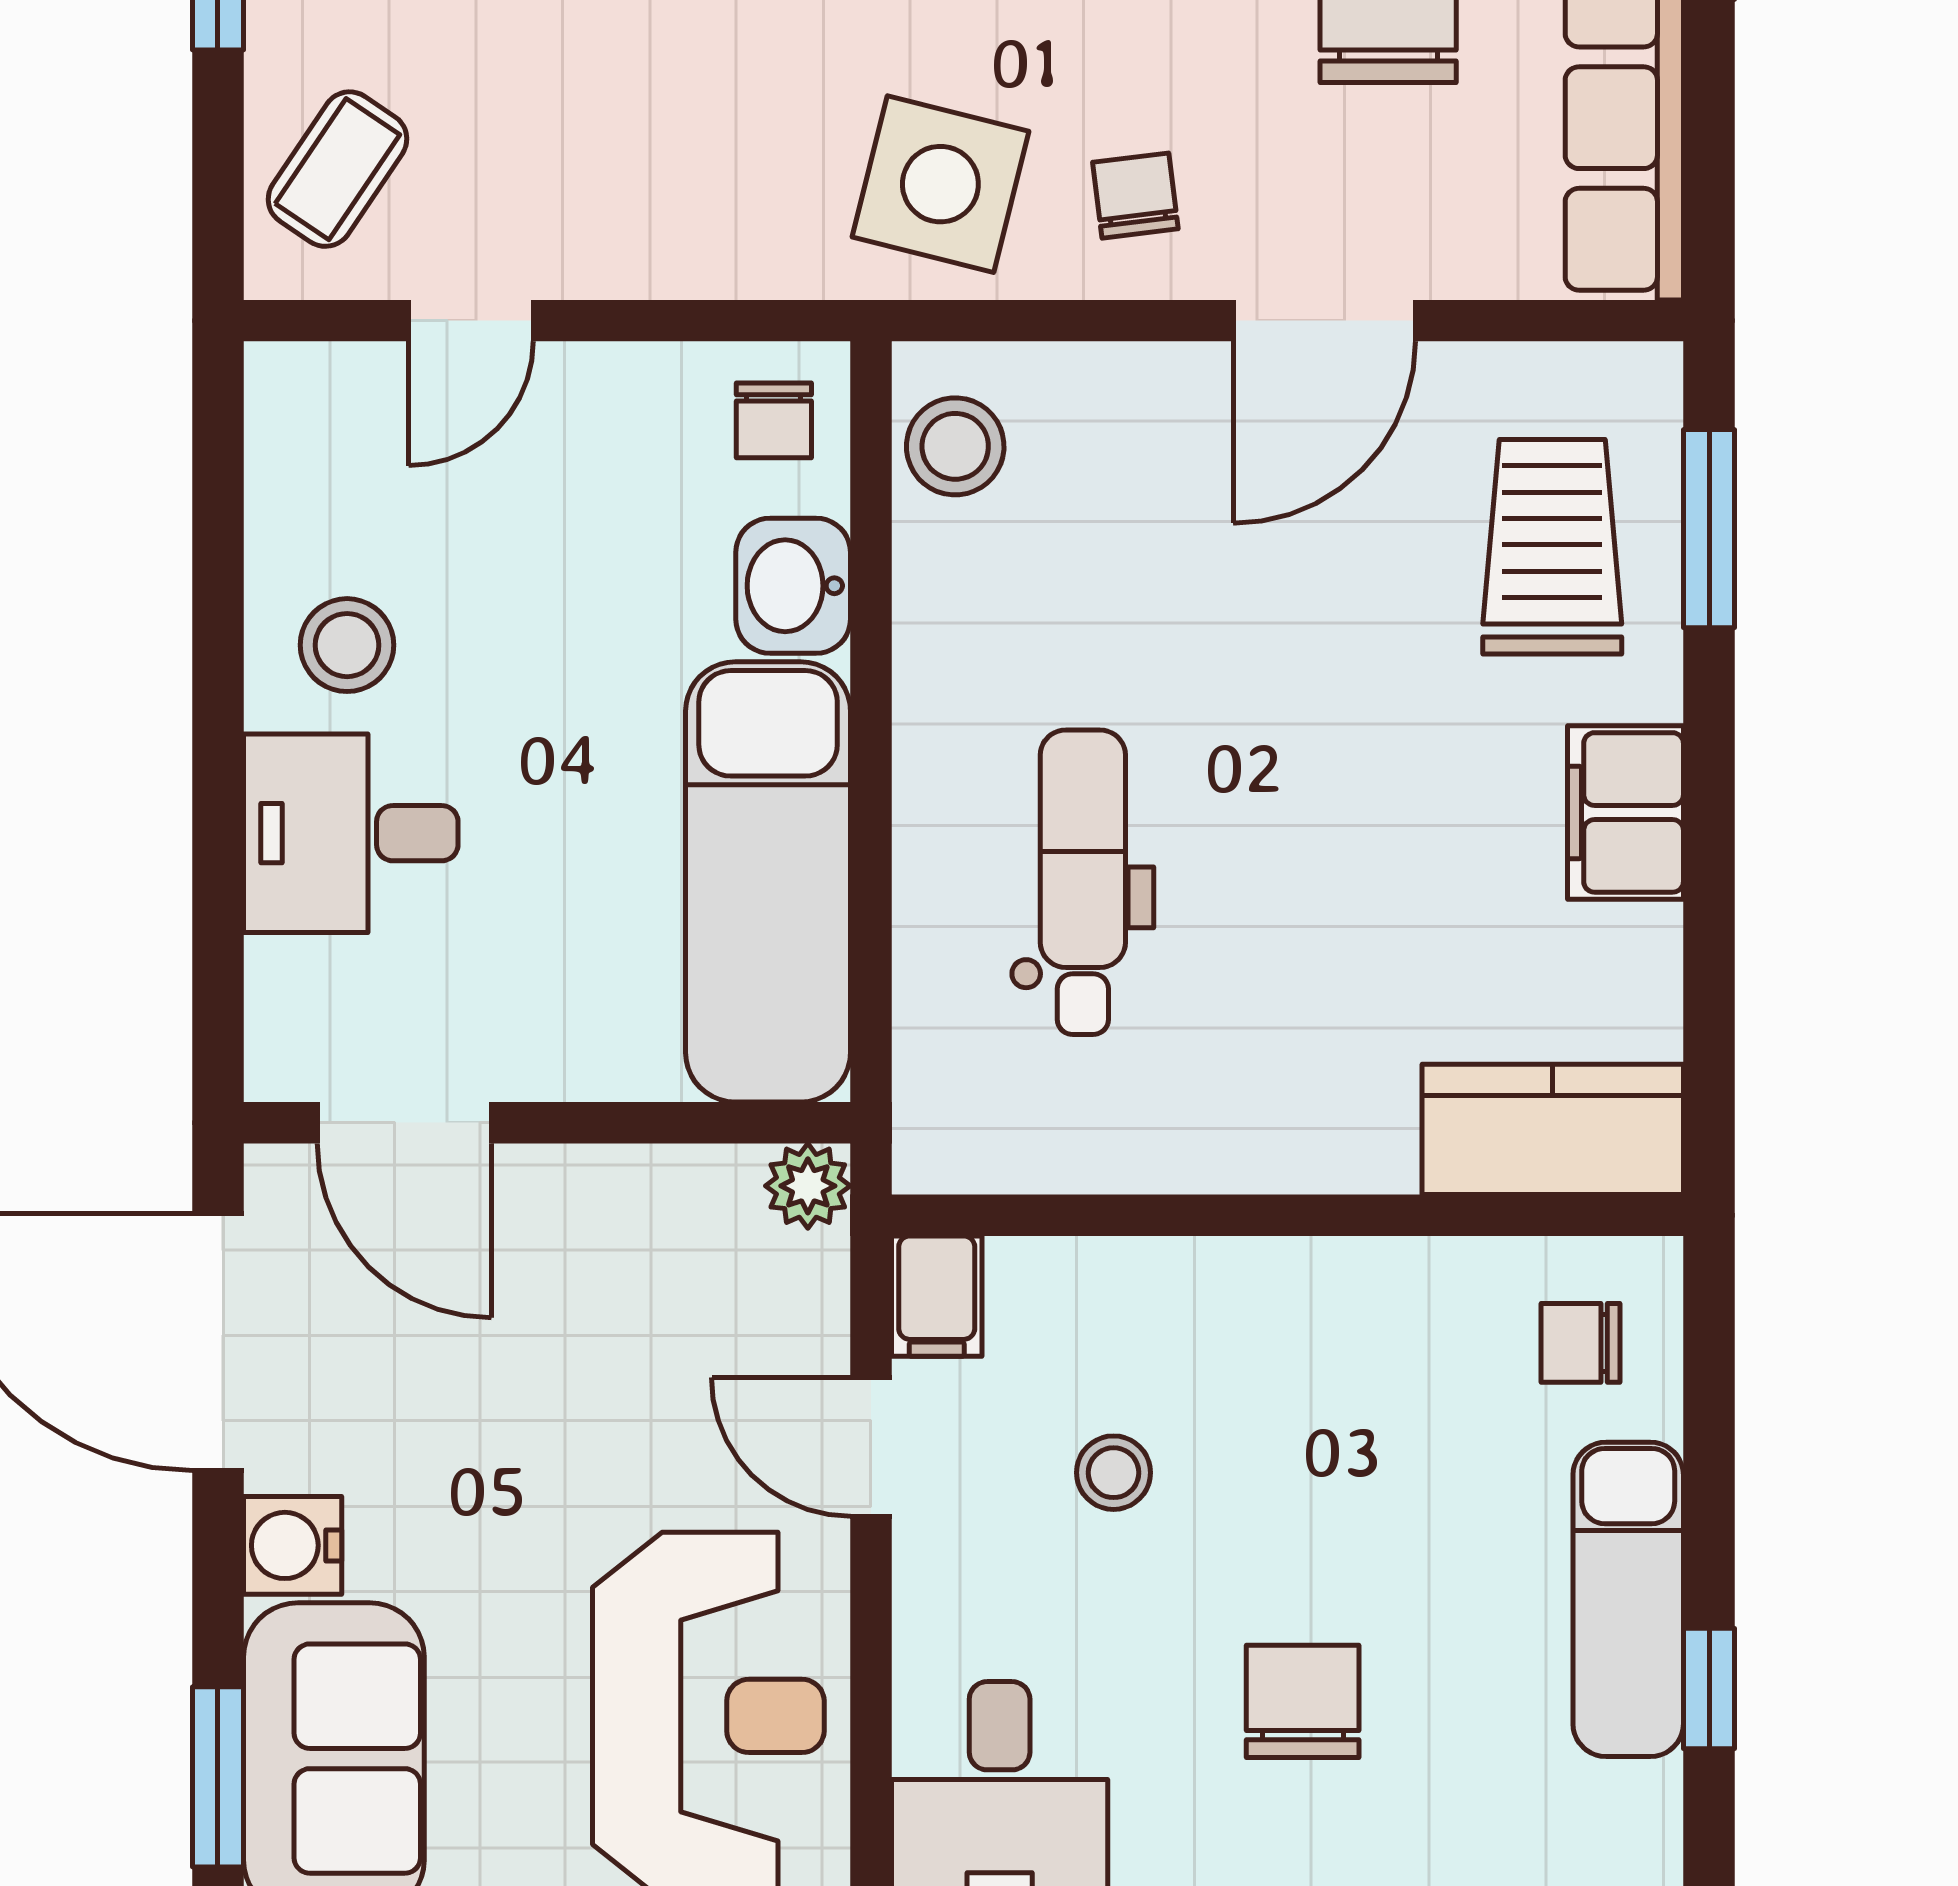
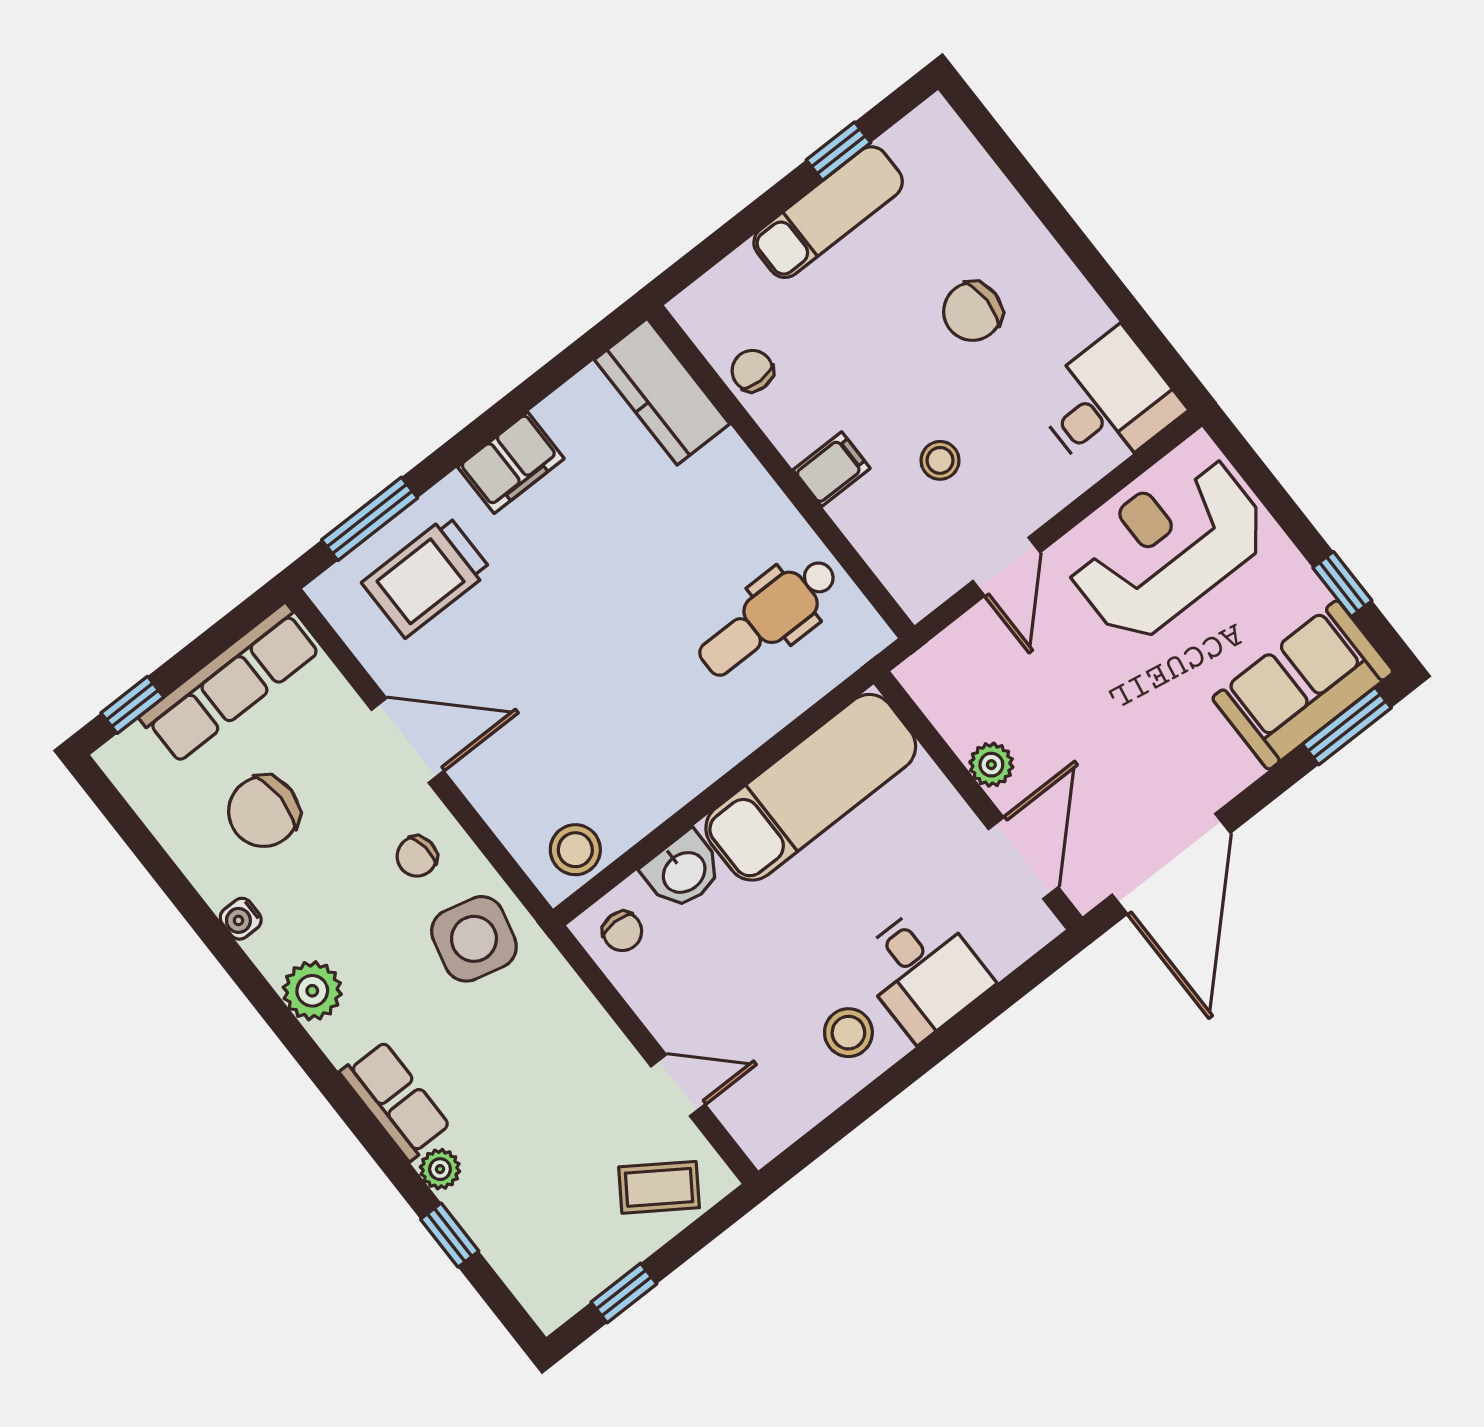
chair: (774, 420) -> (622, 931), turned 90
dental chair: (1083, 882) -> (768, 617), moved
plant: (808, 1186) -> (991, 765), moved
filing cabinet: (937, 1296) -> (832, 469), moved
chair: (1580, 1343) -> (752, 371), moved, turned 180
water cooler: (293, 1545) -> (1230, 769), removed

